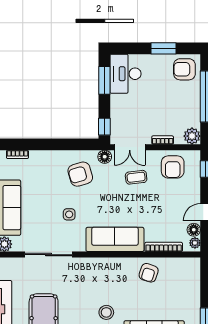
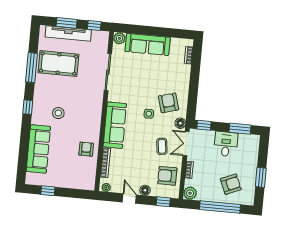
armchair: (184, 69) -> (231, 184), moved, turned 67
desk: (125, 74) -> (226, 144), moved, width x0.73
side table: (69, 214) -> (149, 114), moved
floor lamp: (194, 230) -> (145, 190), moved
armchair: (149, 273) -> (86, 149), turned 72

